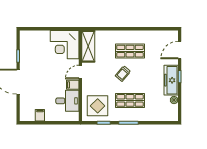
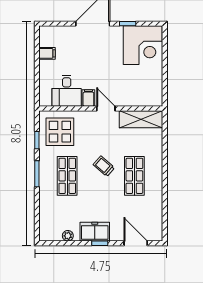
corner desk: (65, 45) -> (143, 45), moved, turned 180
freezer: (171, 80) -> (95, 232), width x0.71

